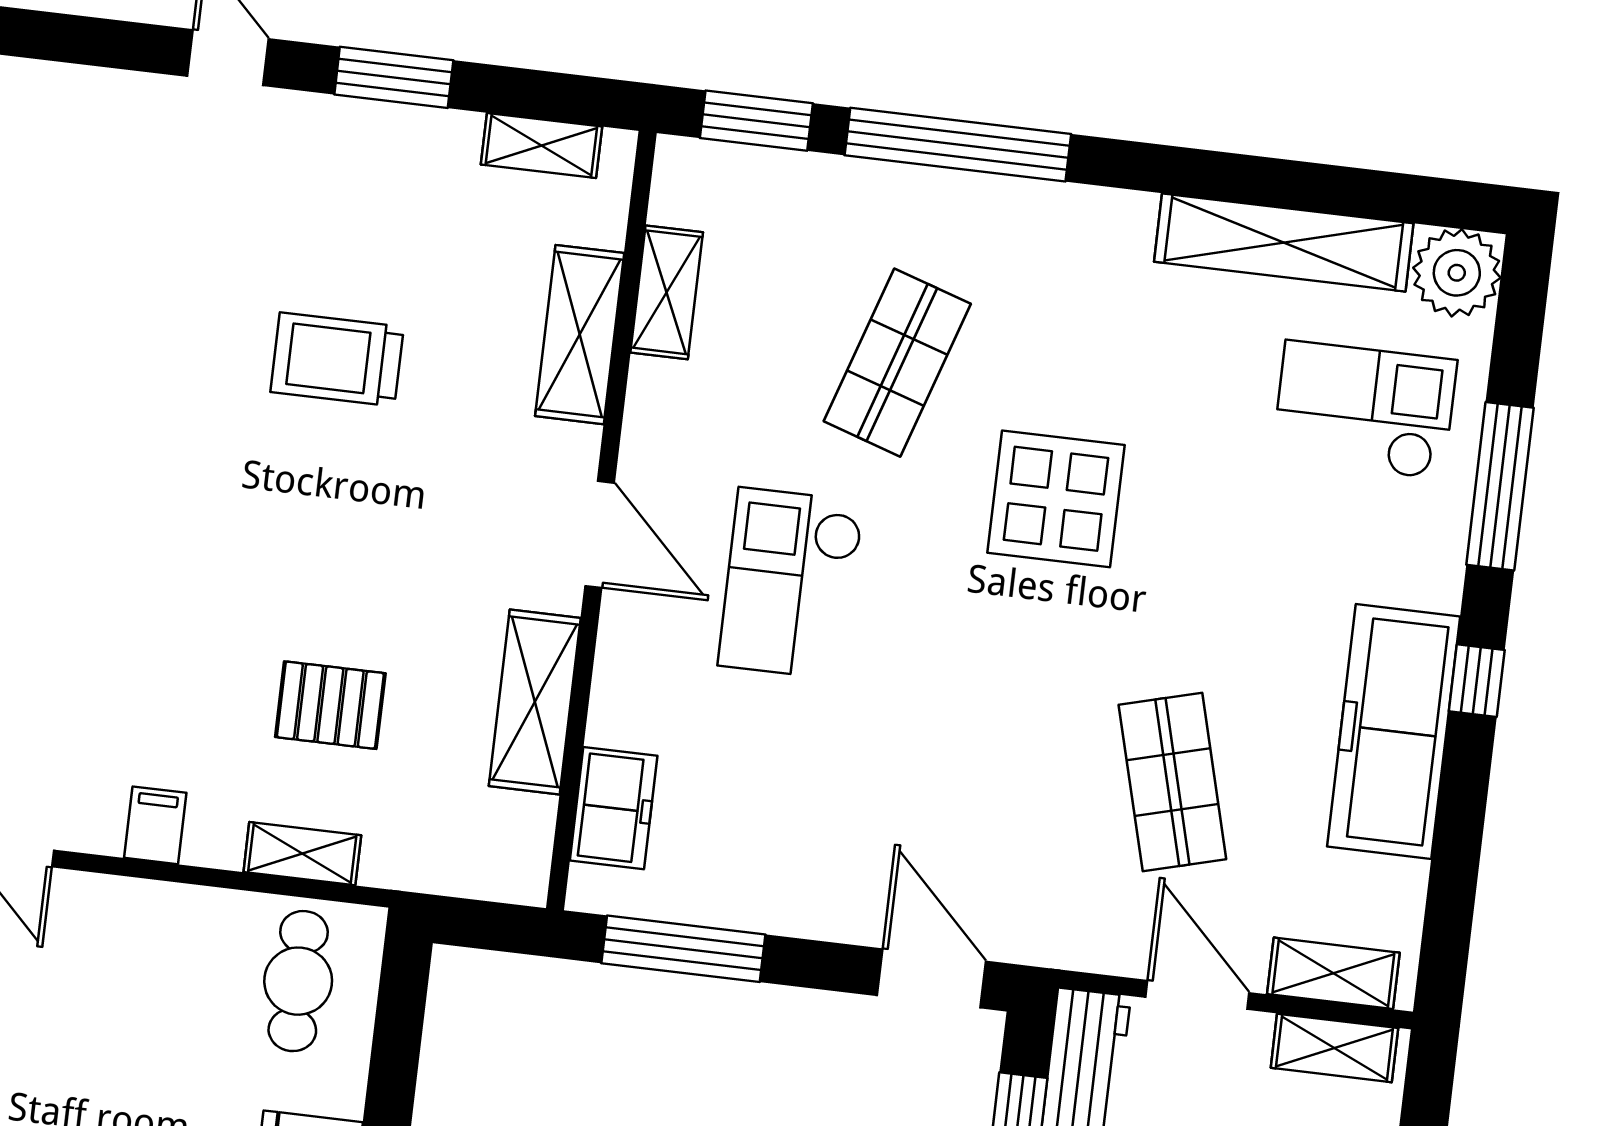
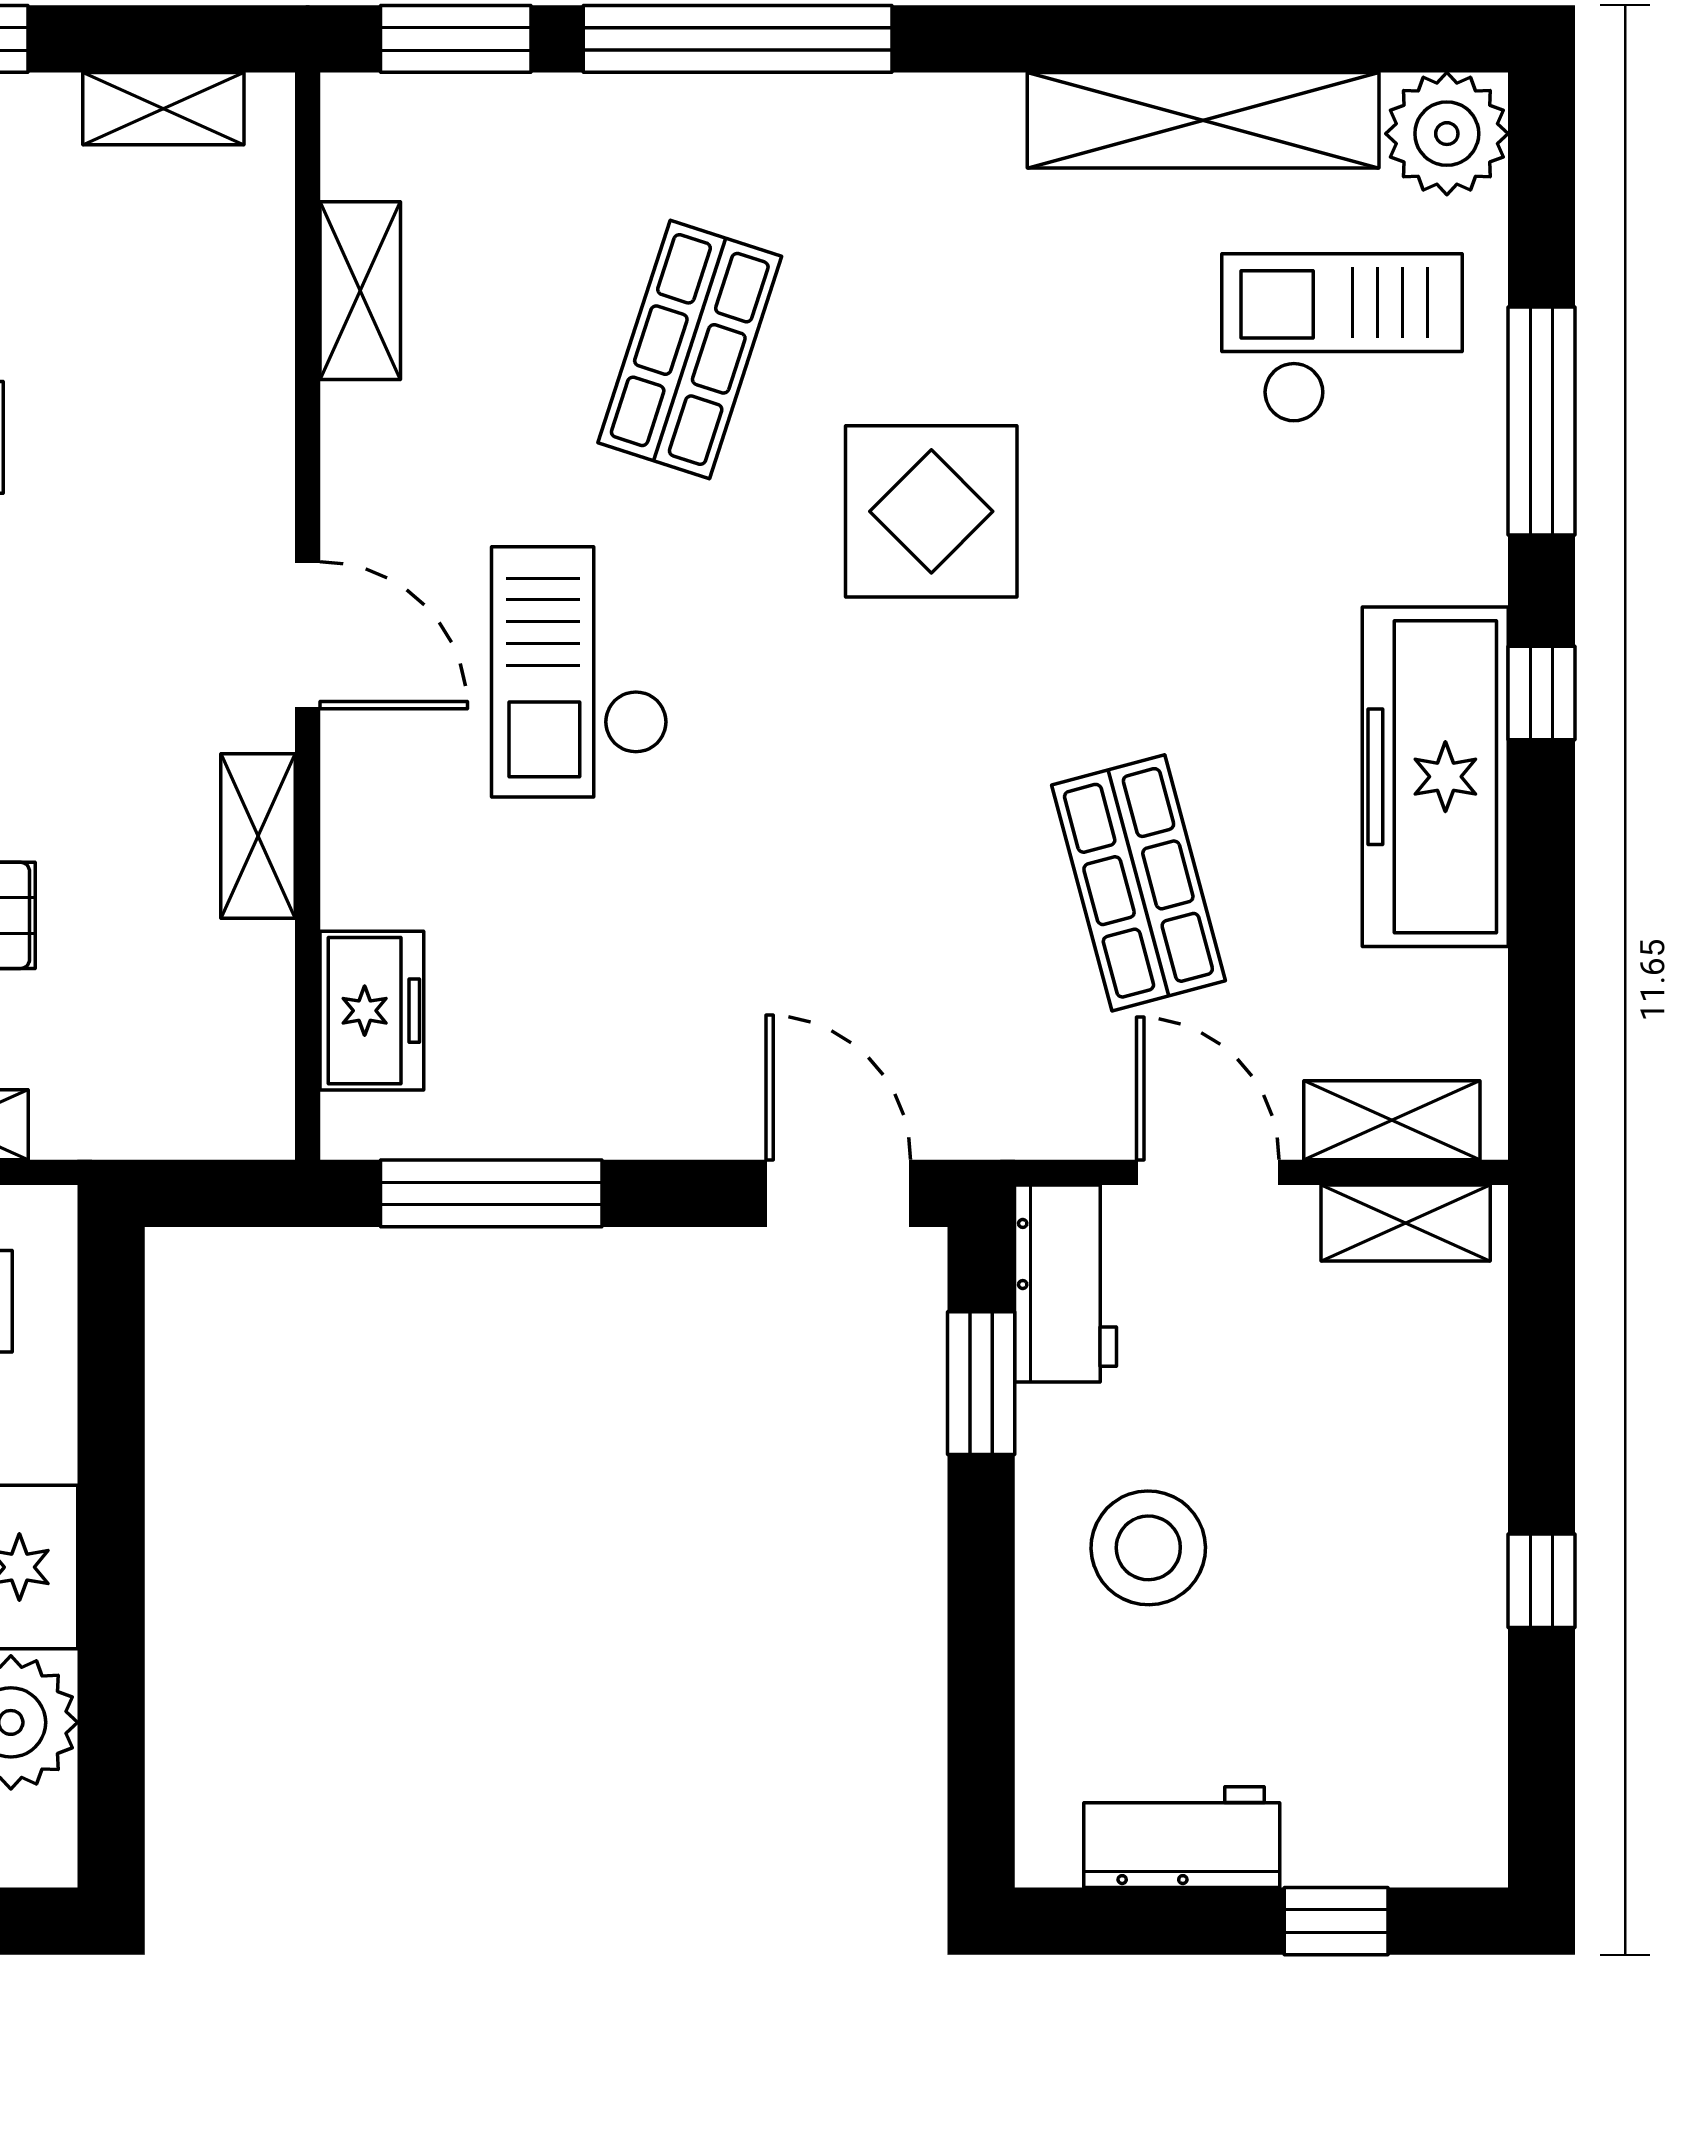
shelving: (580, 335) -> (247, 363), removed
shelving: (535, 702) -> (258, 836), width x0.67, depth x0.75

